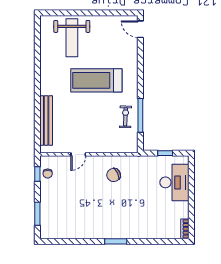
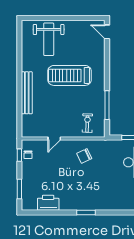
exercise bike: (125, 117) -> (87, 123), moved
bench: (46, 120) -> (27, 93), moved
printer: (71, 230) -> (48, 203), added

